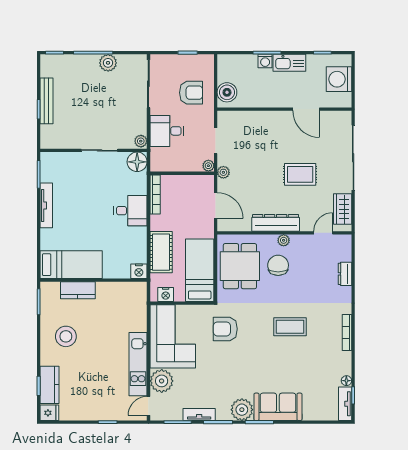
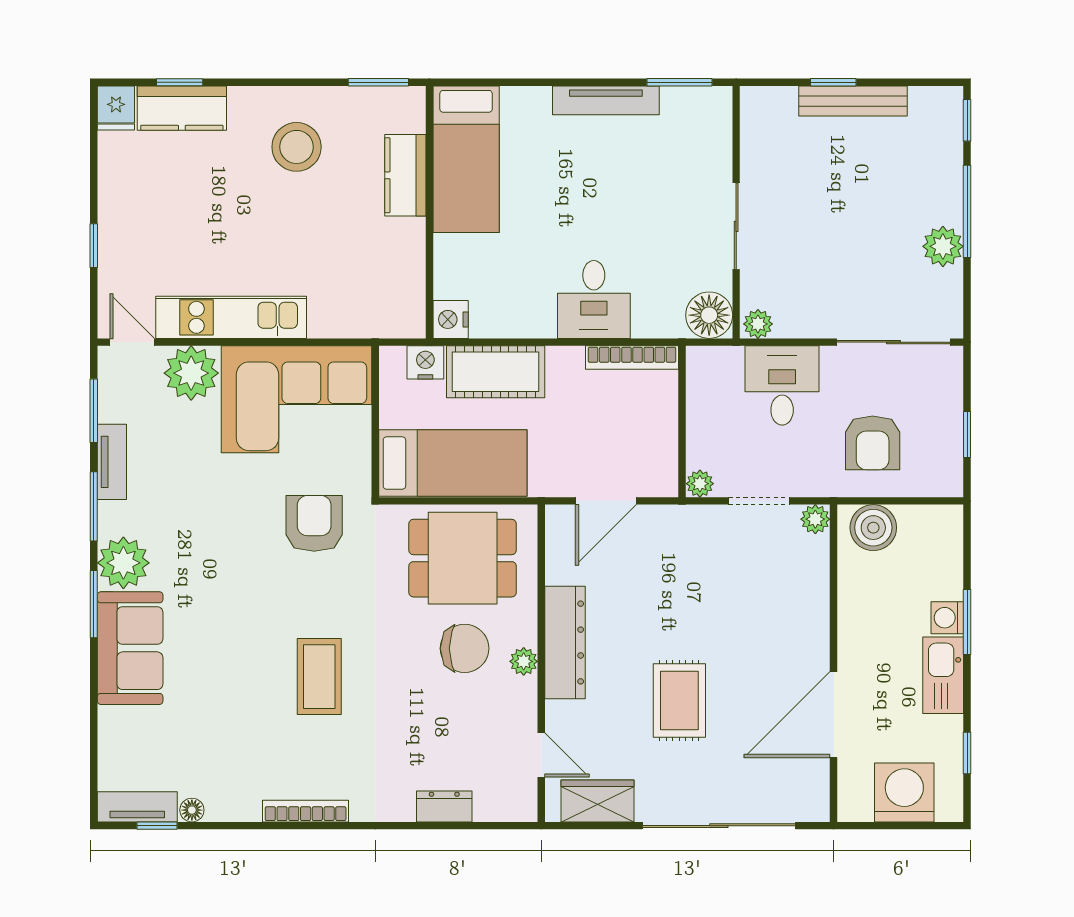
door: (306, 109) -> (834, 715), width x1.36
plant: (223, 172) -> (815, 519), moved
nightstand: (166, 294) -> (425, 362), moved, turned 90

